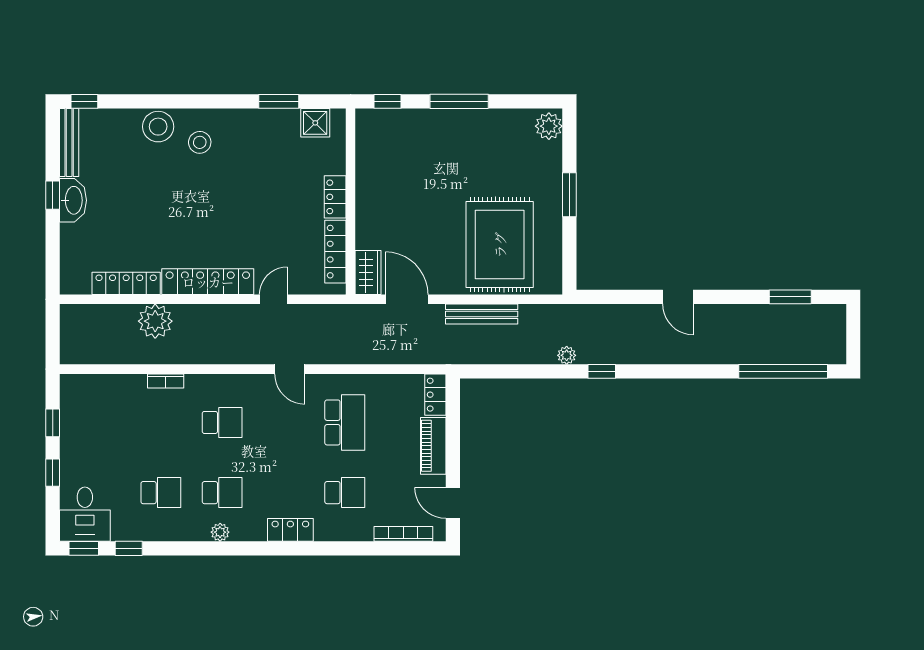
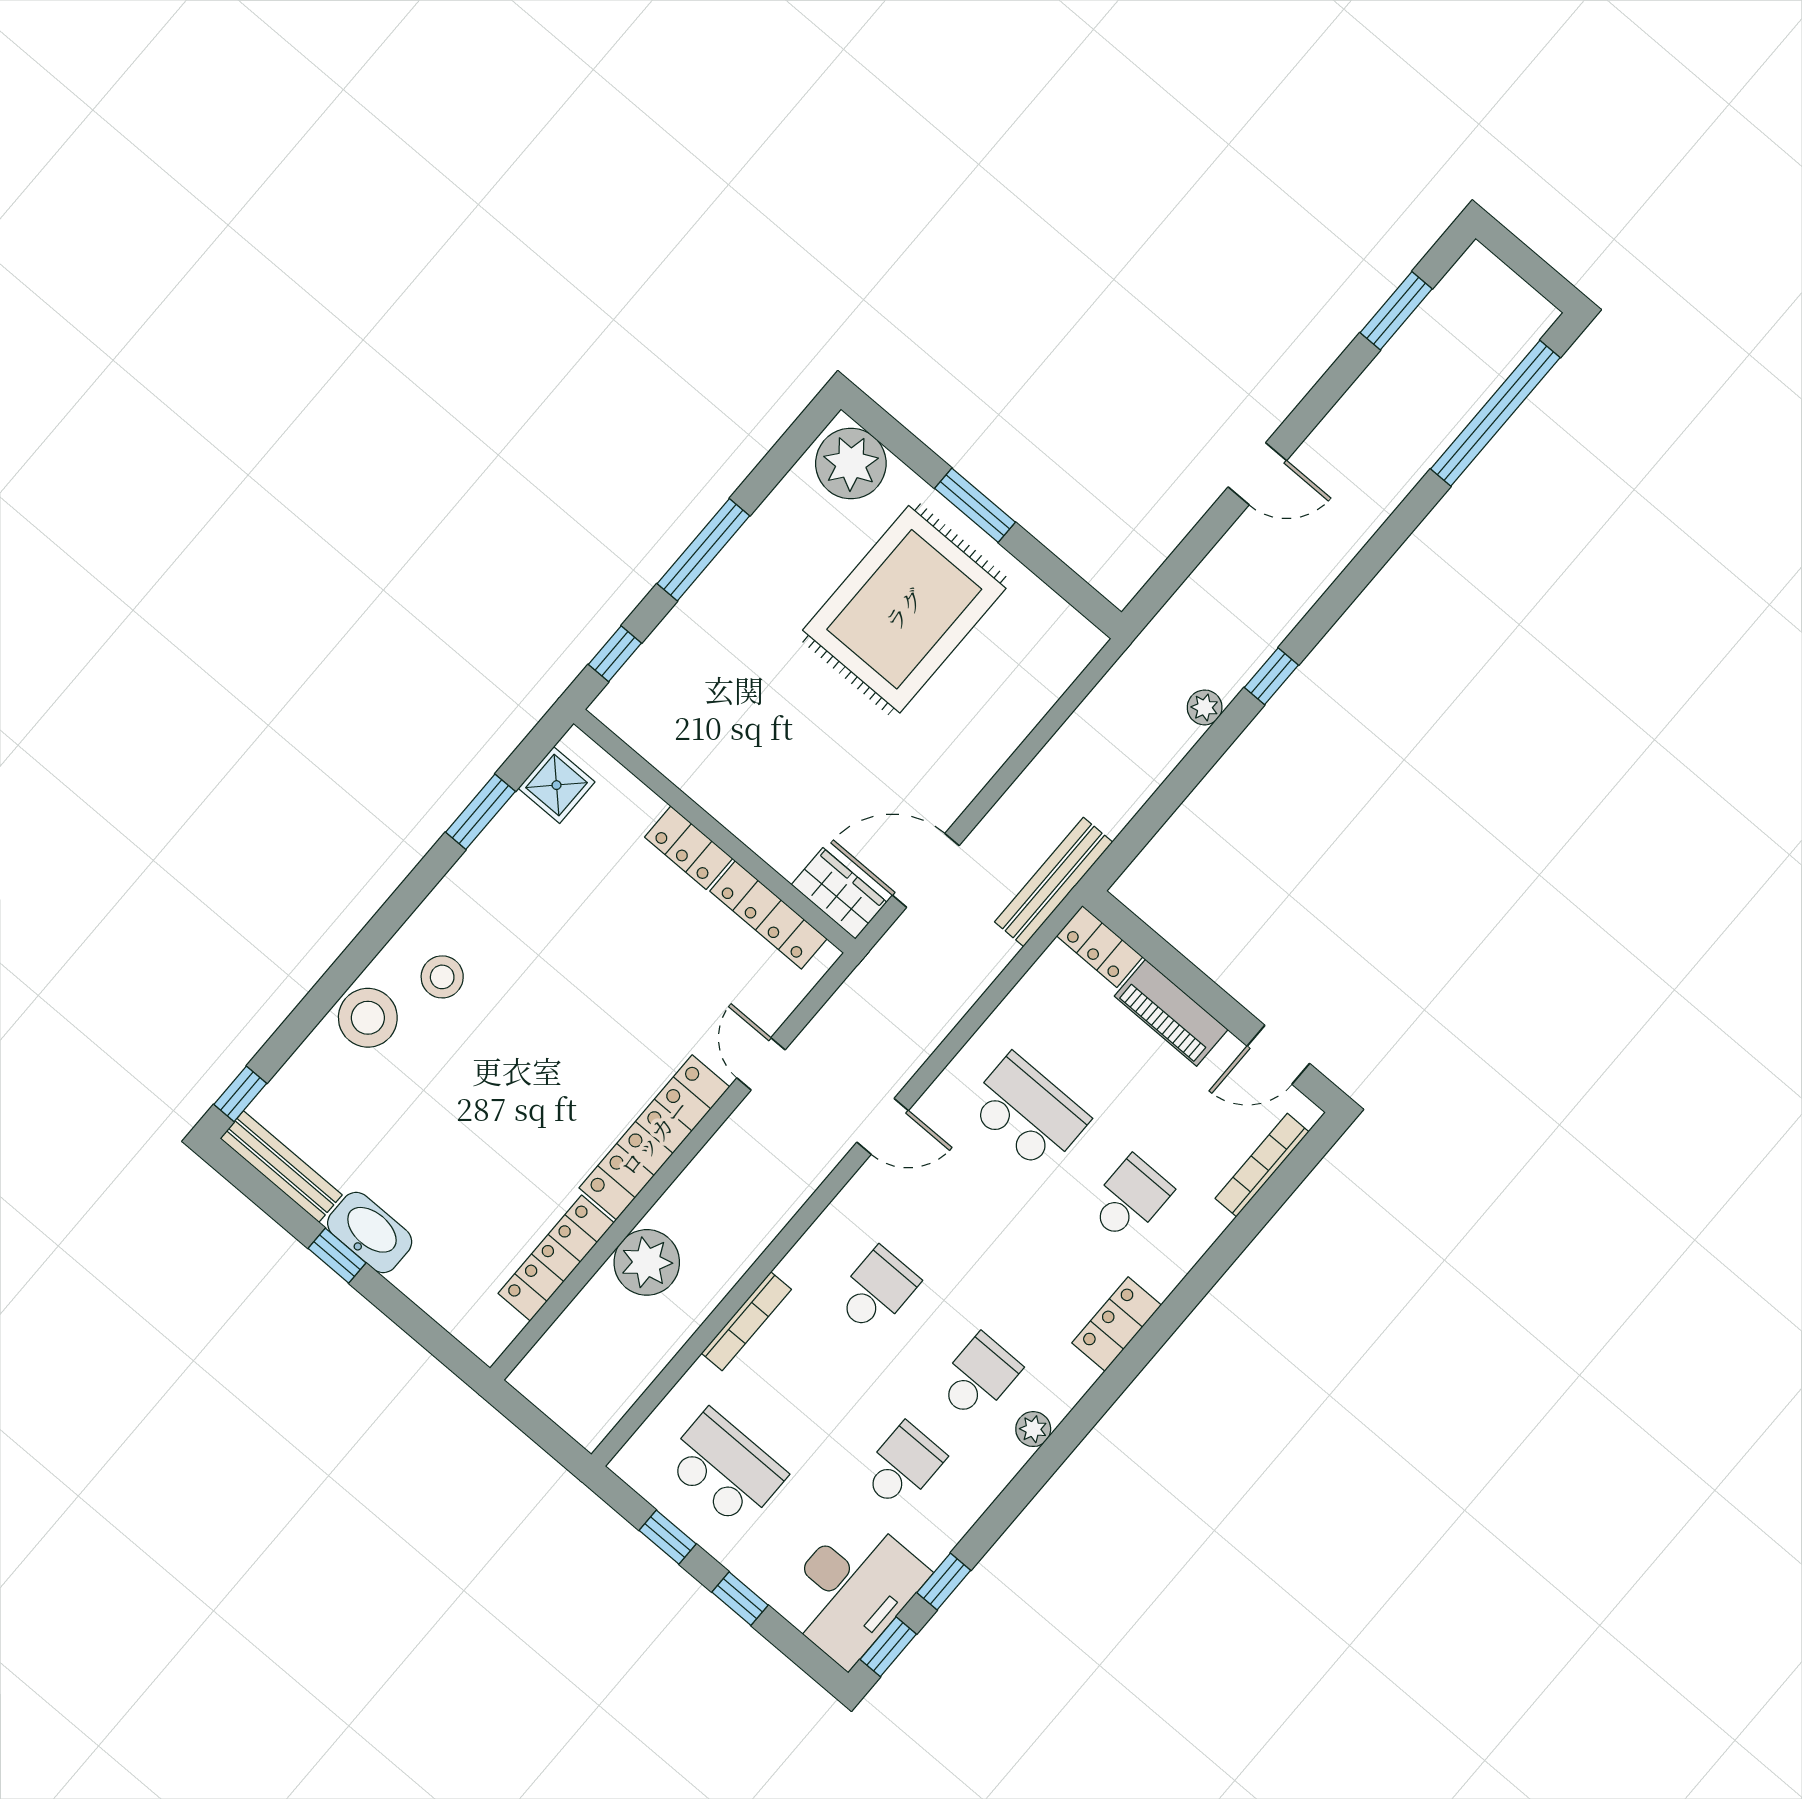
plant: (549, 126) -> (851, 463), width x1.36, depth x1.36
rug: (500, 245) -> (904, 609), moved, turned 90
bench: (482, 314) -> (1054, 882), moved
bookcase: (166, 381) -> (746, 1321), width x1.56
school desk: (100, 422) -> (725, 1468), added
desk: (85, 514) -> (852, 1589), width x1.37

